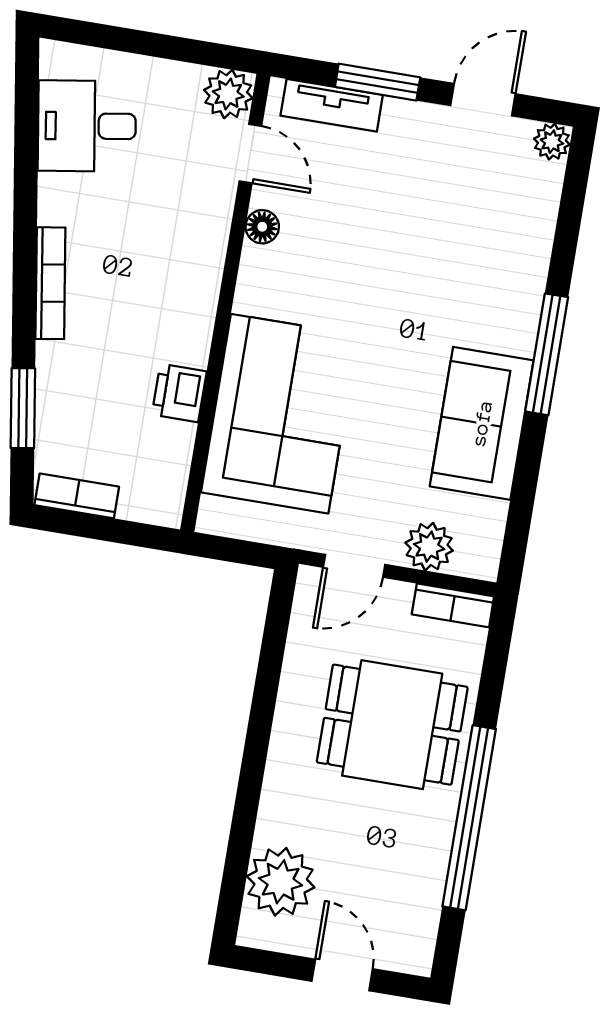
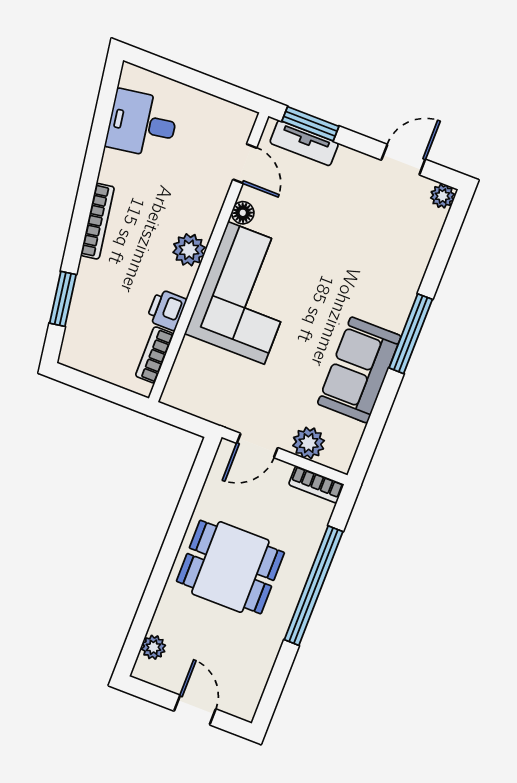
window: (378, 82) -> (310, 124), moved
plant: (228, 94) -> (189, 250), moved
corner sofa: (280, 414) -> (246, 293), moved
bookcase: (77, 496) -> (155, 355), moved, turned -90
dining table: (392, 725) -> (230, 567), moved
window: (469, 818) -> (314, 586), moved
plant: (281, 882) -> (153, 647), width x0.53, depth x0.53

